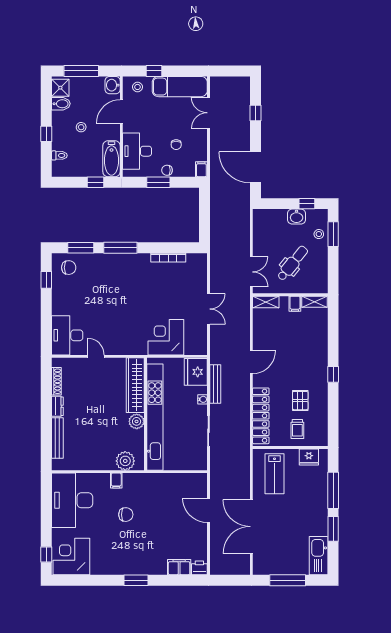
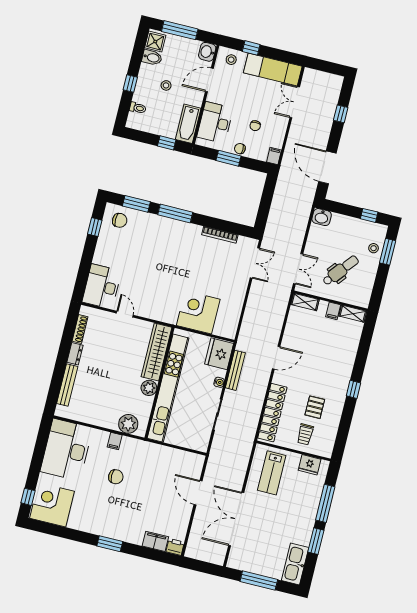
washbasin: (297, 217) -> (322, 217), moved
double door: (208, 309) -> (255, 263), moved

